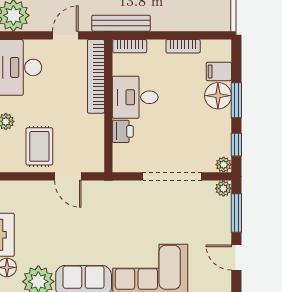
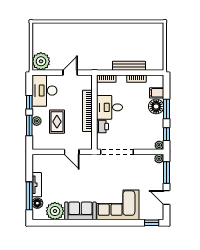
bench: (121, 23) -> (129, 66), moved
bookcase: (96, 76) -> (87, 111), moved
rug: (39, 146) -> (57, 122), moved
doorway: (172, 176) -> (117, 152), moved

